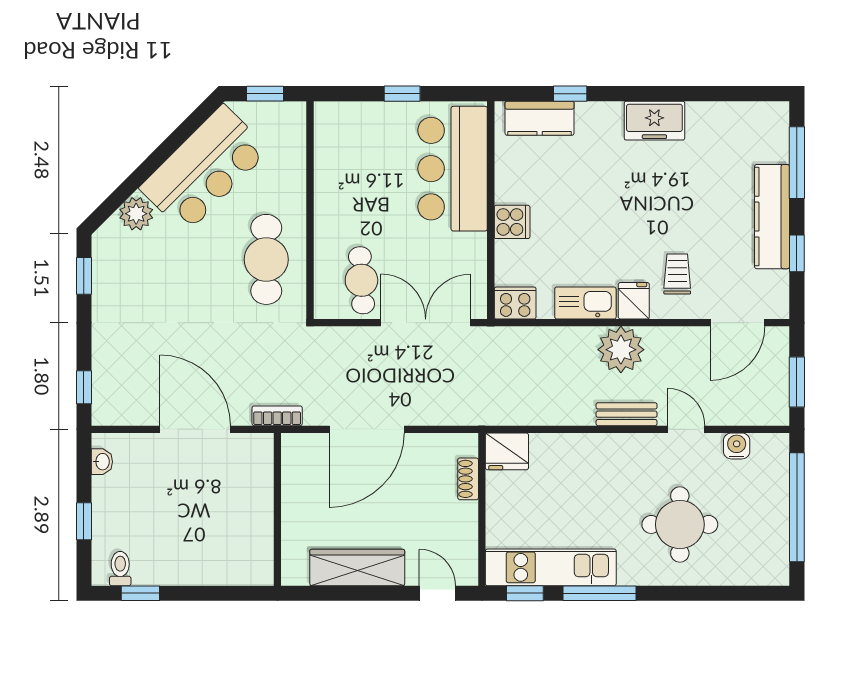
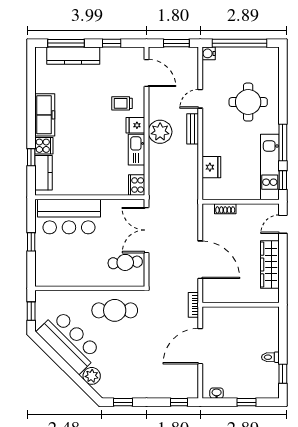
freezer: (654, 121) -> (45, 115), width x1.40
kitchen counter: (772, 217) -> (73, 56), moved
cooker: (512, 222) -> (44, 146), moved, turned 90
water cooler: (737, 446) -> (209, 53), moved
fridge: (507, 451) -> (211, 167), moved
toilet: (120, 569) -> (270, 357), moved

